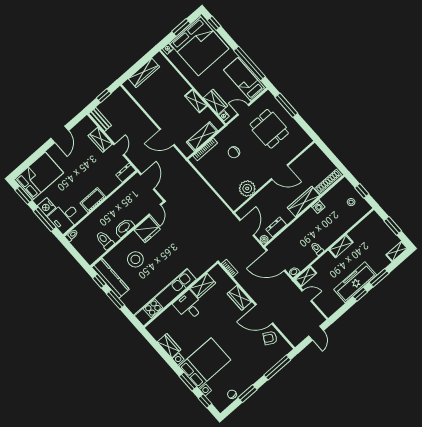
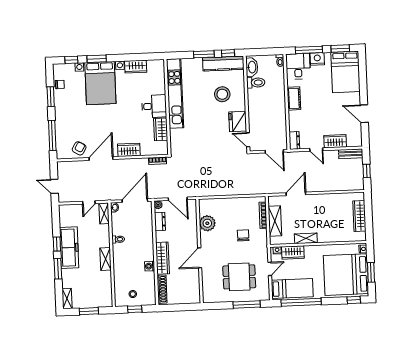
washbasin: (124, 228) -> (252, 67), moved

